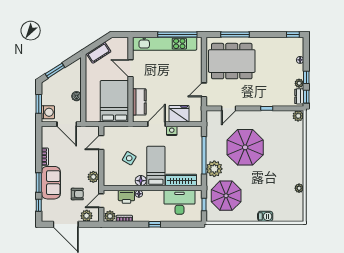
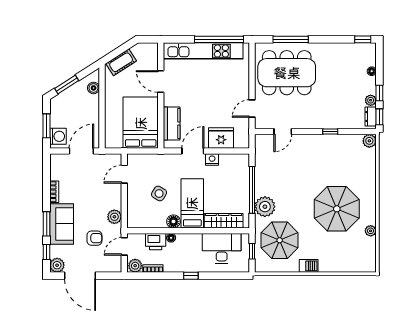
boiler: (77, 96) -> (94, 88), moved
door: (67, 124) -> (81, 151), swing flipped
parasol: (245, 147) -> (337, 209), moved
plant: (87, 216) -> (57, 265), moved
barbecue: (265, 216) -> (309, 266), moved

